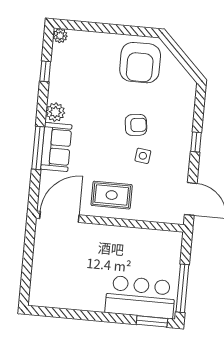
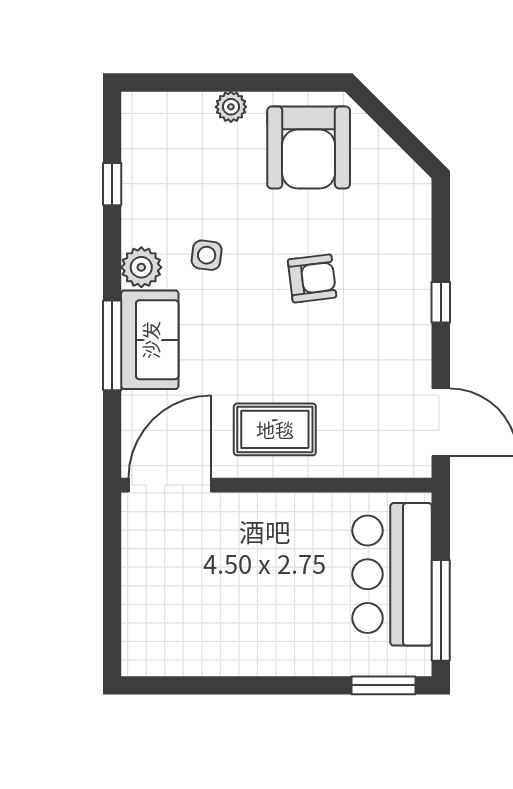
plant: (60, 36) -> (231, 107), moved
side table: (143, 156) -> (207, 255), moved
bar counter: (140, 297) -> (392, 574), moved, turned -90

